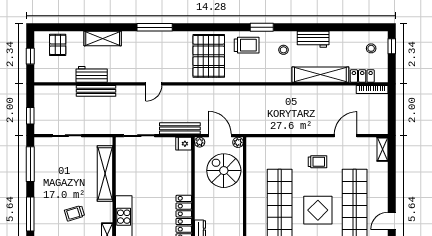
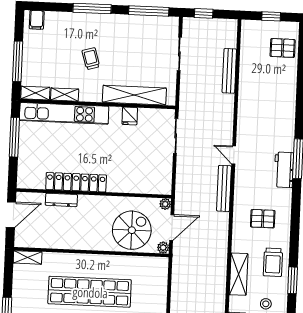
shelving: (103, 39) -> (239, 274), moved
pallet: (209, 56) -> (263, 219), width x0.49, depth x0.50
workbench: (92, 74) -> (284, 170), moved, turned 180
bench: (96, 91) -> (229, 71), moved
bench: (180, 128) -> (224, 188), moved
fridge: (184, 144) -> (130, 116), moved, turned 180

